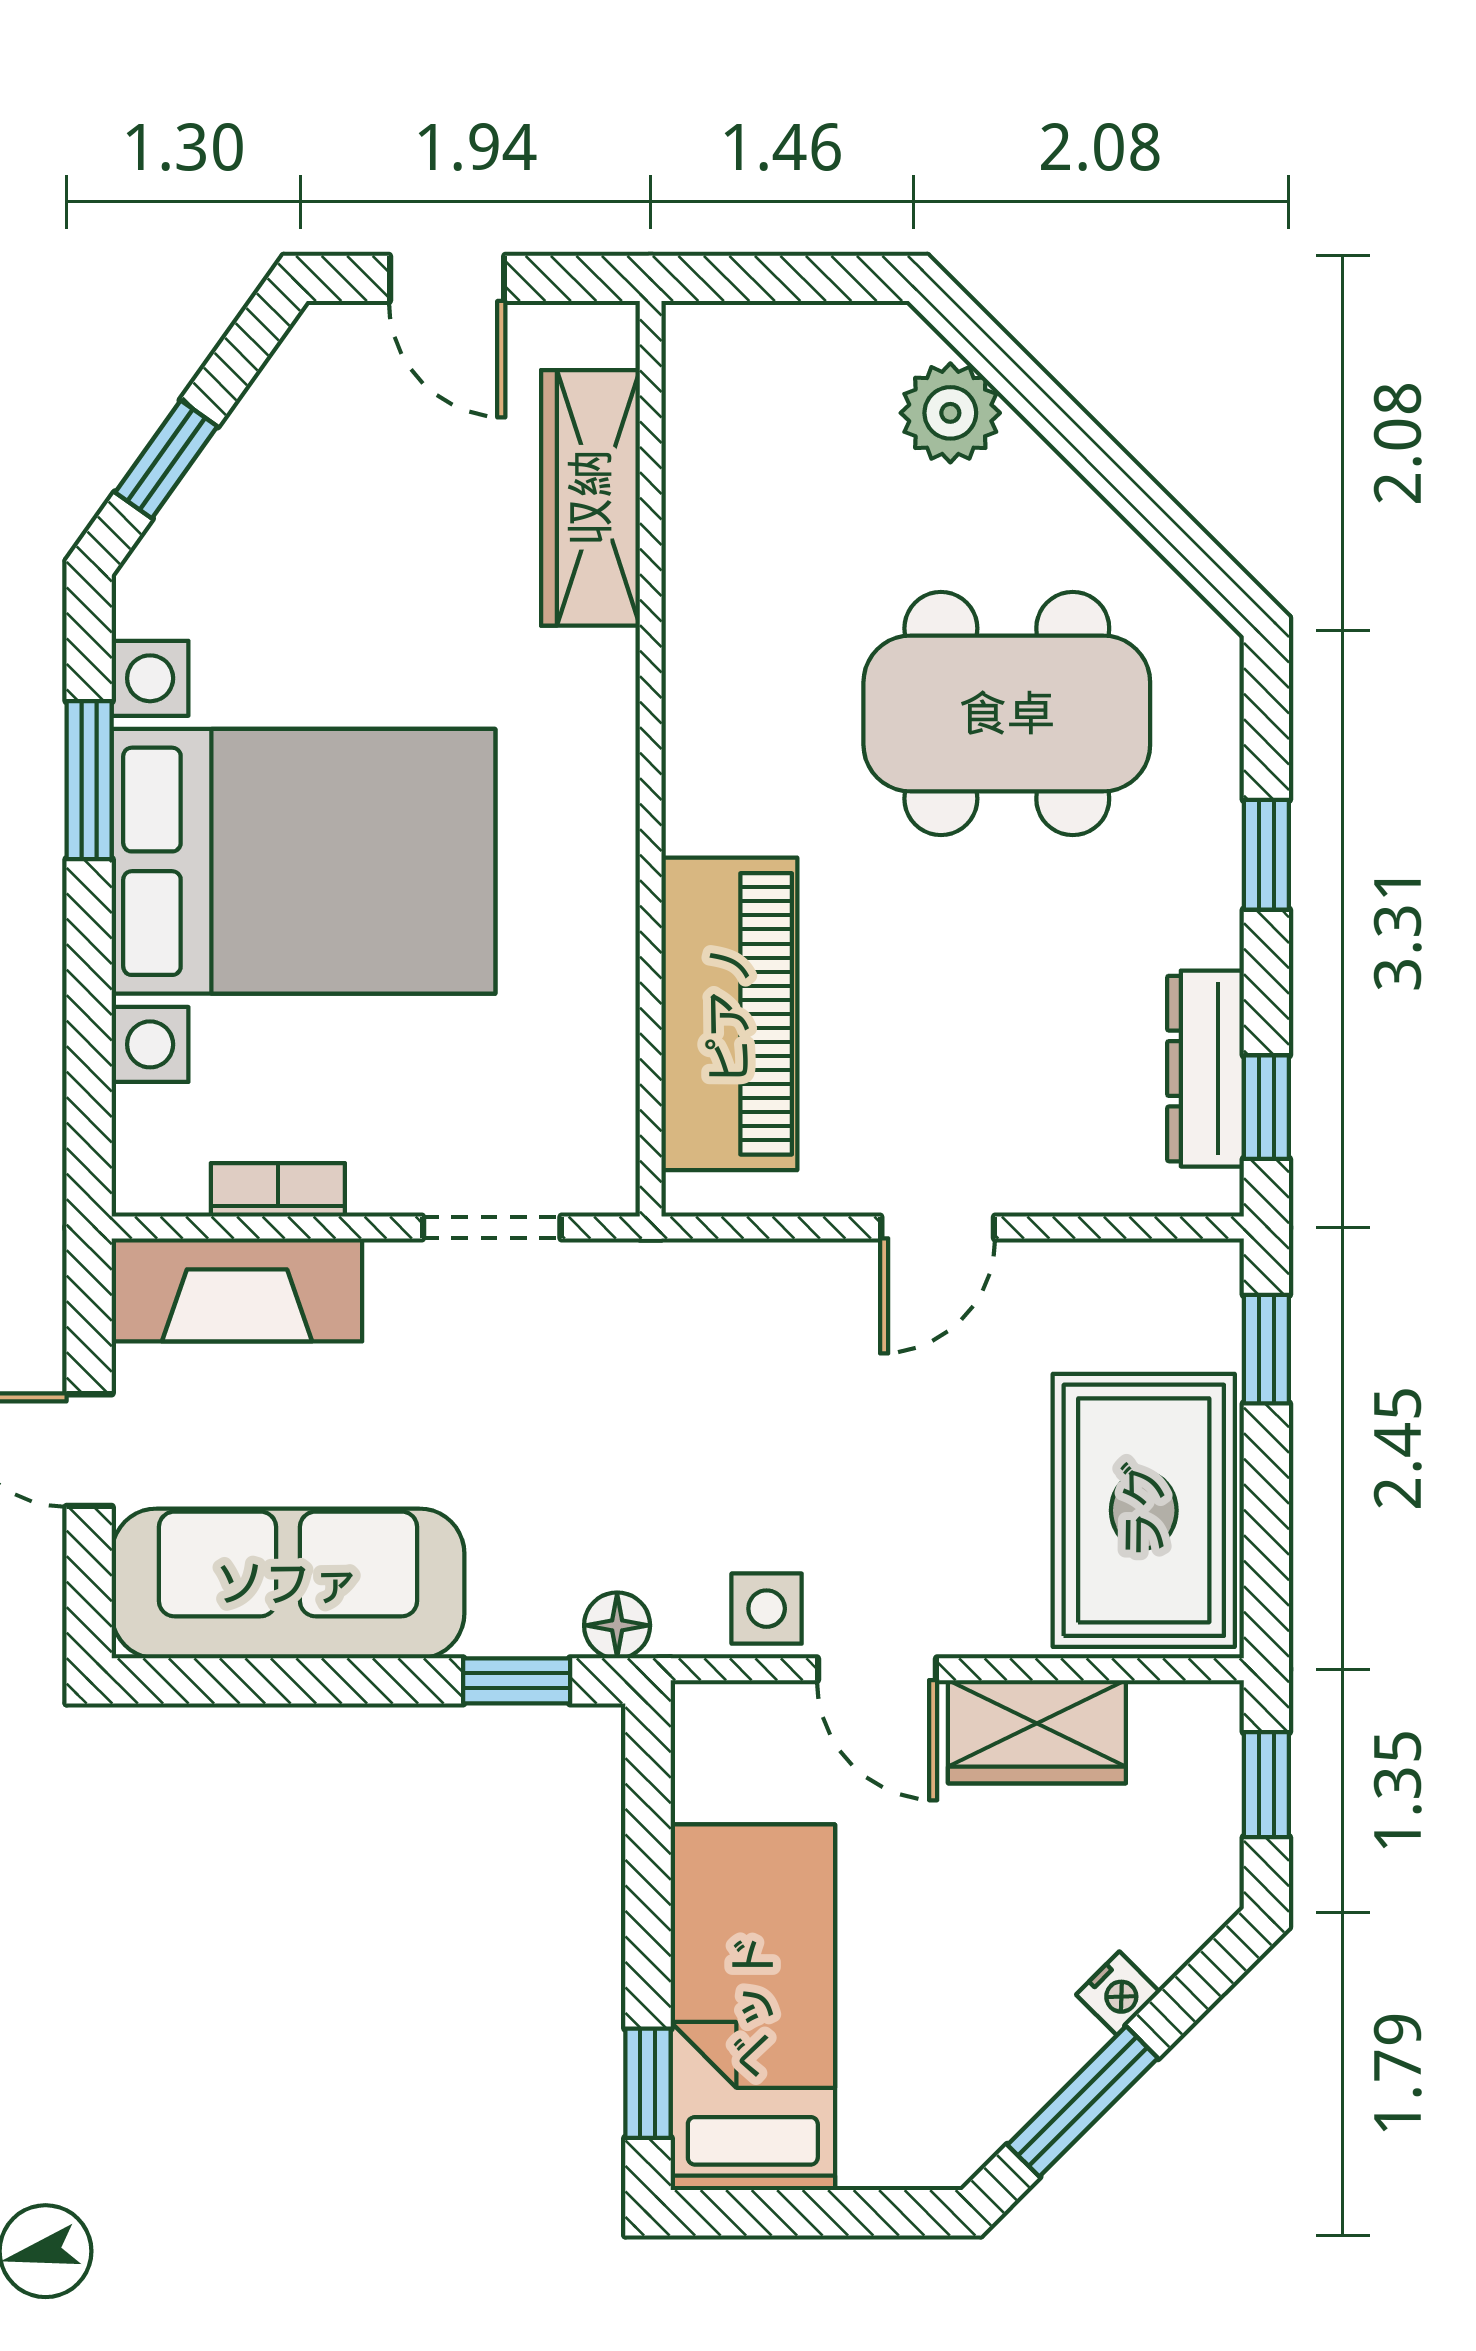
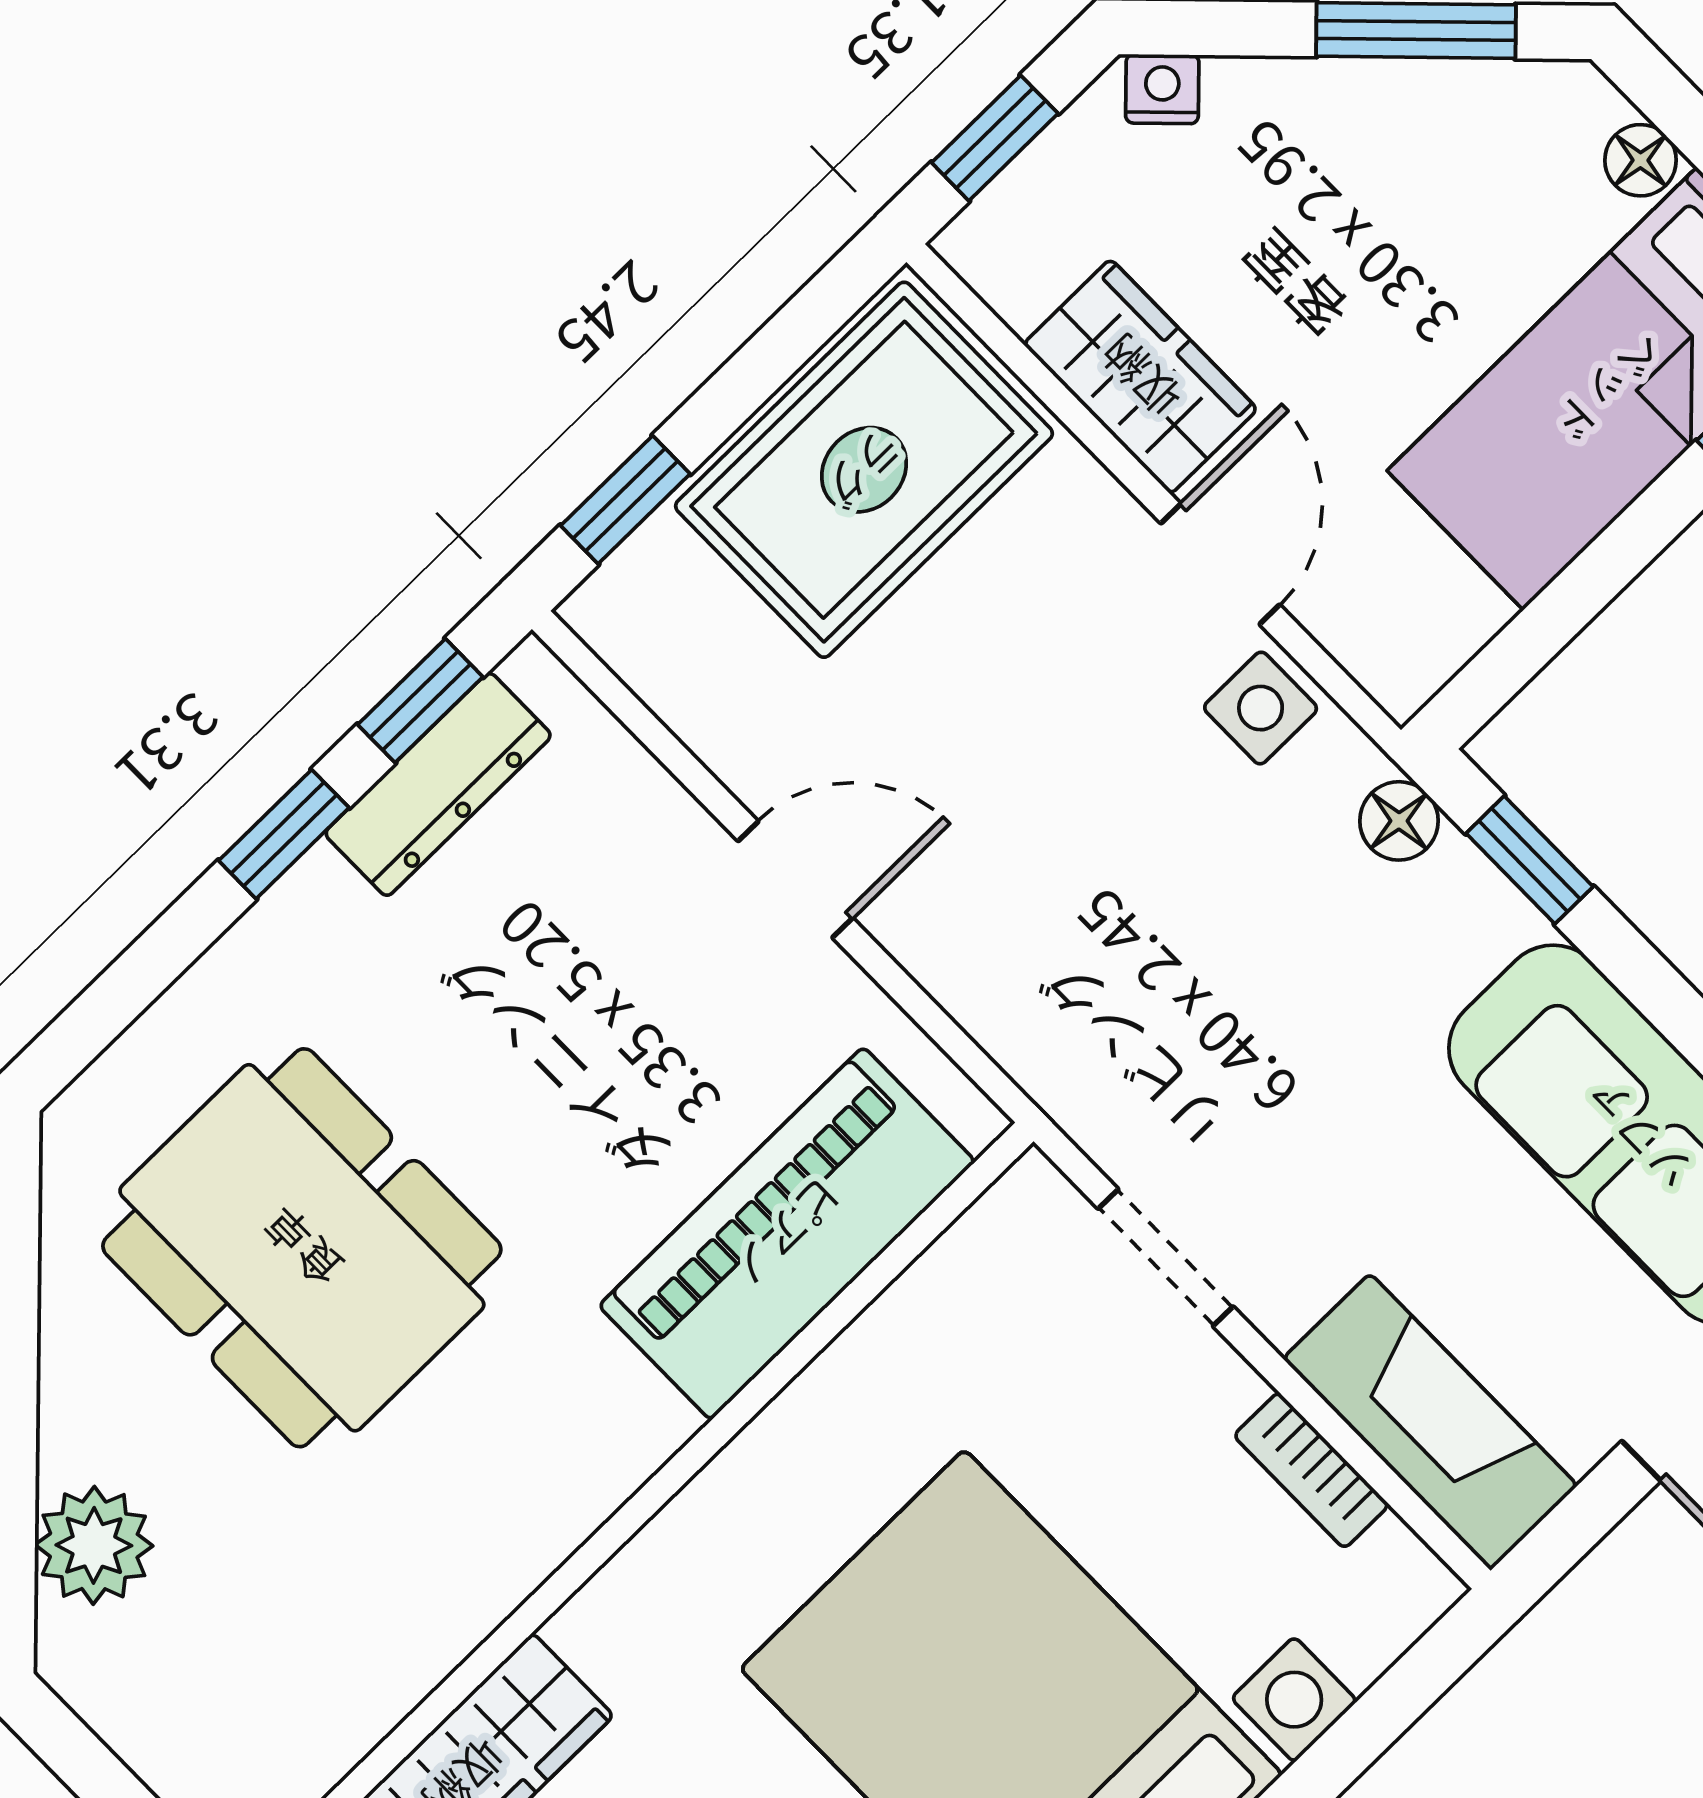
window: (1266, 855) -> (284, 834), moved
nightstand: (1118, 1993) -> (1162, 89), moved
floor lamp: (872, 2160) -> (1641, 160), added

